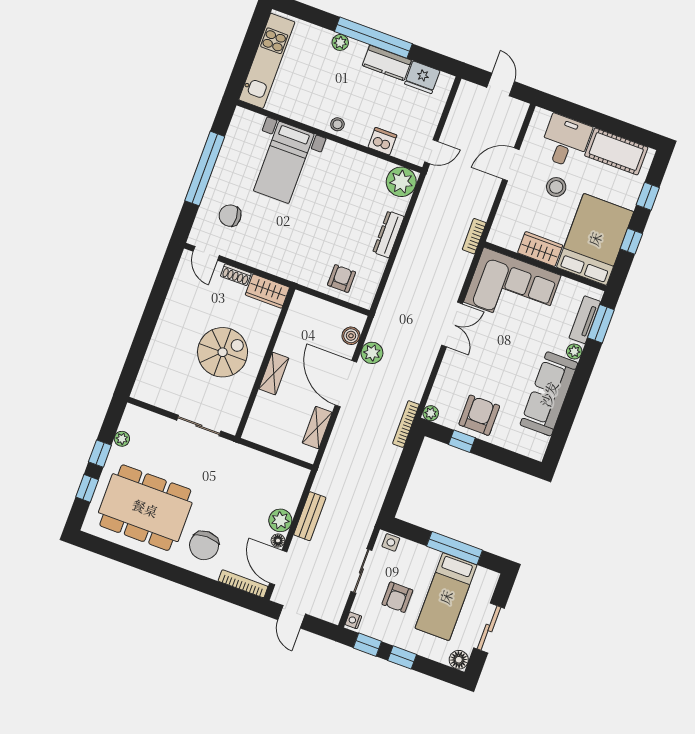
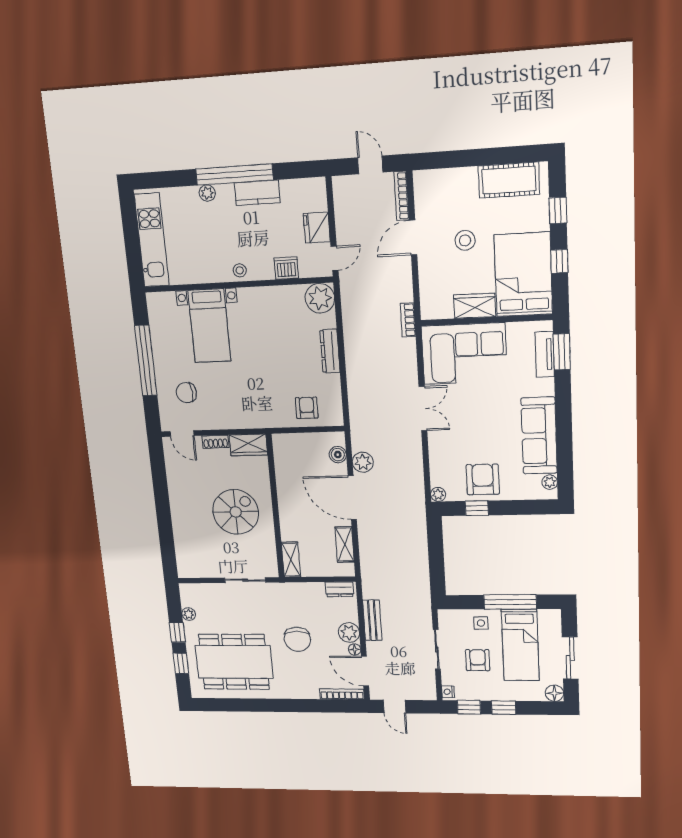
fridge: (422, 77) -> (317, 228), moved, turned 90
desk: (565, 141) -> (455, 192), removed
plant: (574, 351) -> (550, 482), moved
shelving: (274, 373) -> (291, 560), moved
bookcase: (406, 424) -> (402, 196), moved
dresser: (291, 472) -> (339, 589), added
side table: (391, 542) -> (481, 623), moved
chair: (204, 545) -> (297, 639), moved
armchair: (397, 597) -> (478, 660), turned 180

